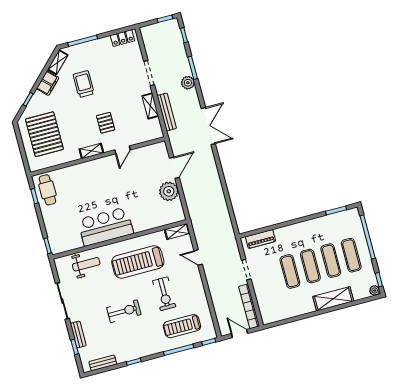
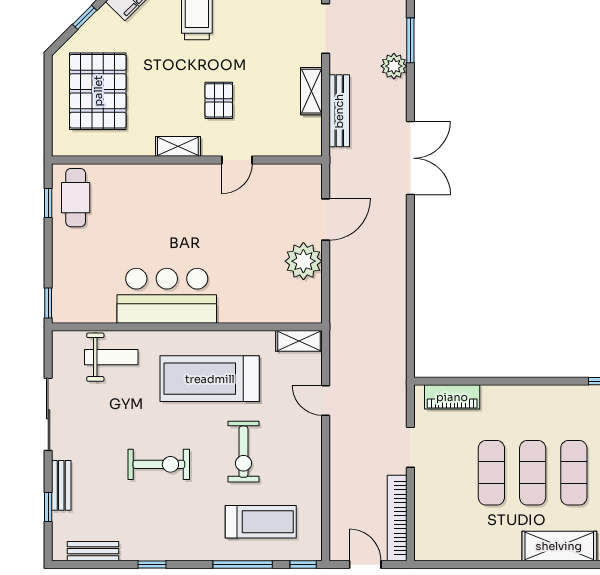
treadmill: (182, 326) -> (261, 522), turned 180

